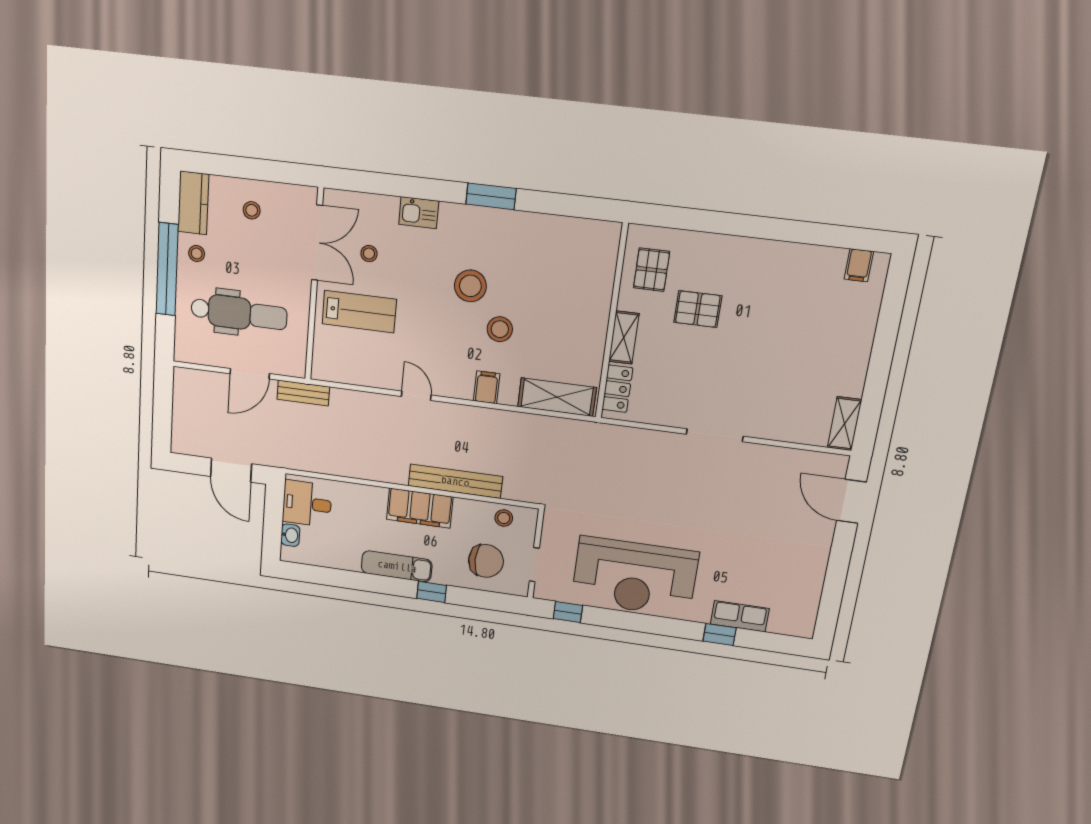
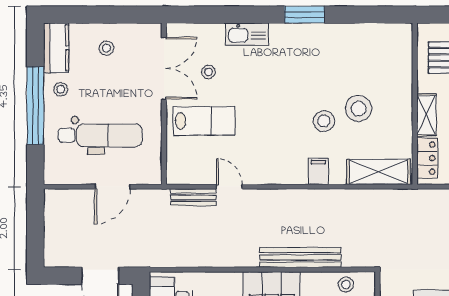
kitchen sink: (419, 213) -> (247, 34), width x1.38
stool: (470, 286) -> (359, 109), moved
bench: (303, 393) -> (193, 197), moved
door: (416, 396) -> (229, 187), moved

